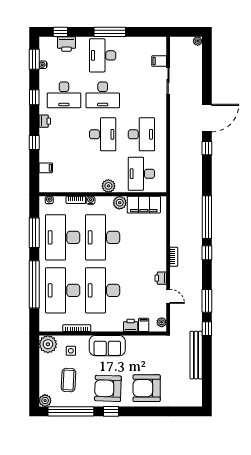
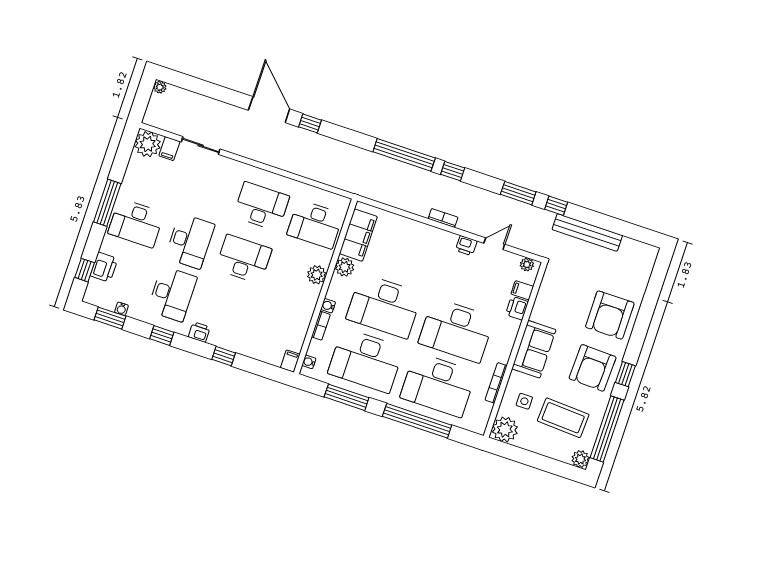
plant: (157, 46) -> (148, 144), added
filing cabinet: (46, 168) -> (290, 361), moved
coffee table: (69, 380) -> (563, 418), width x1.36, depth x1.32

